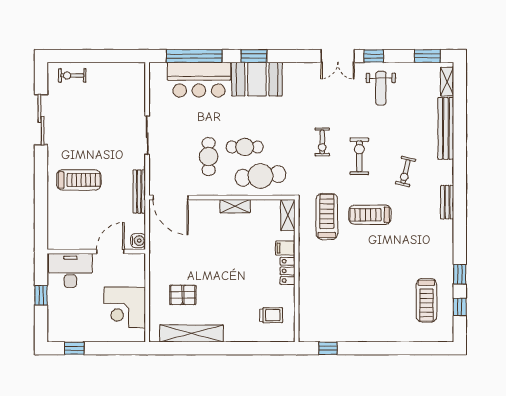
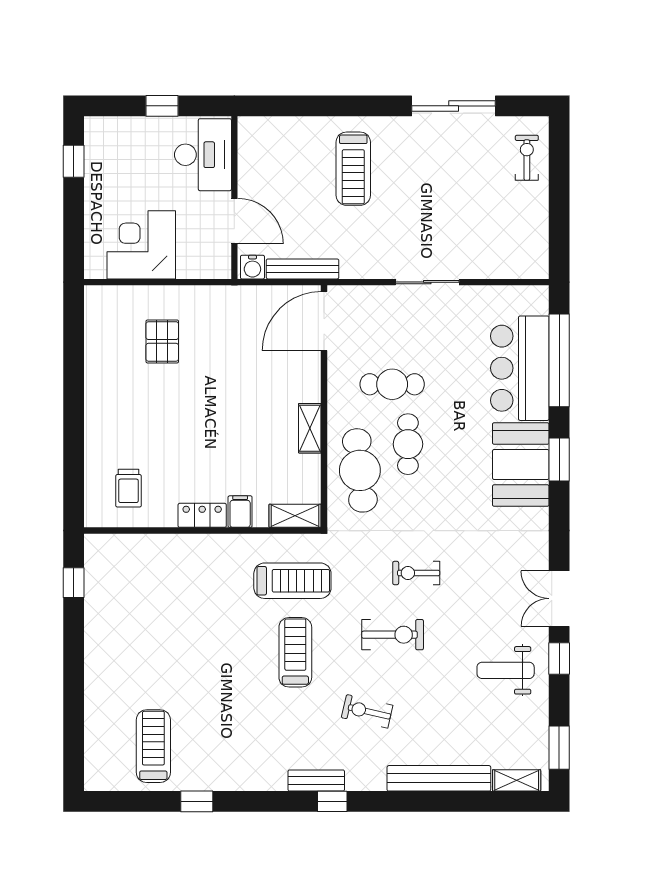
bench: (139, 192) -> (303, 269), moved
treadmill: (426, 300) -> (153, 746), turned 90
window: (460, 307) -> (332, 801), moved
shelving: (191, 333) -> (98, 356), removed

